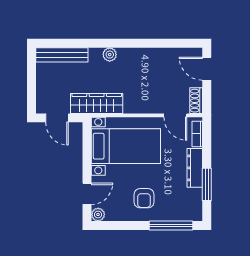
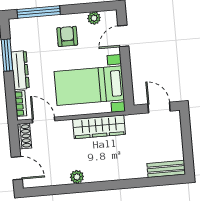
bench: (62, 55) -> (166, 169), width x0.73
plant: (110, 55) -> (77, 177), moved
wardrobe: (97, 104) -> (99, 127), moved
plant: (98, 215) -> (94, 18), moved

